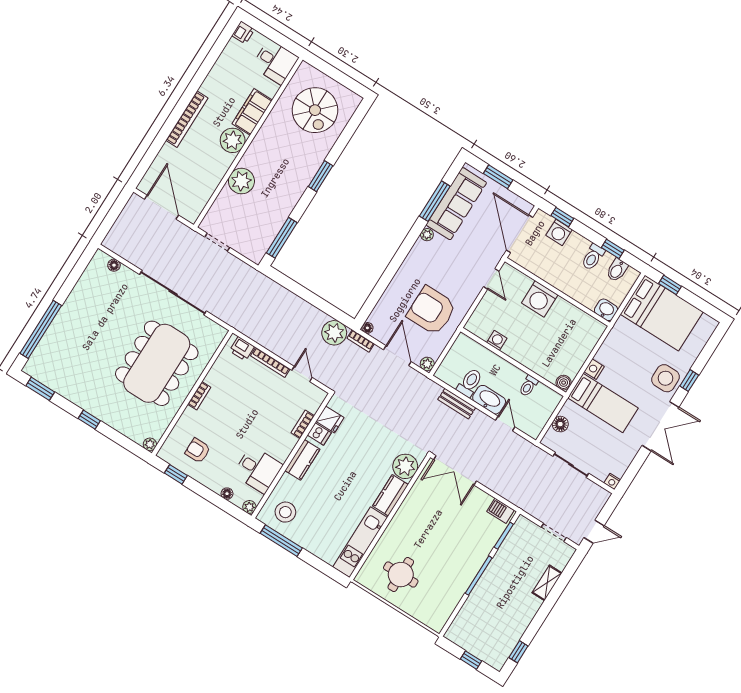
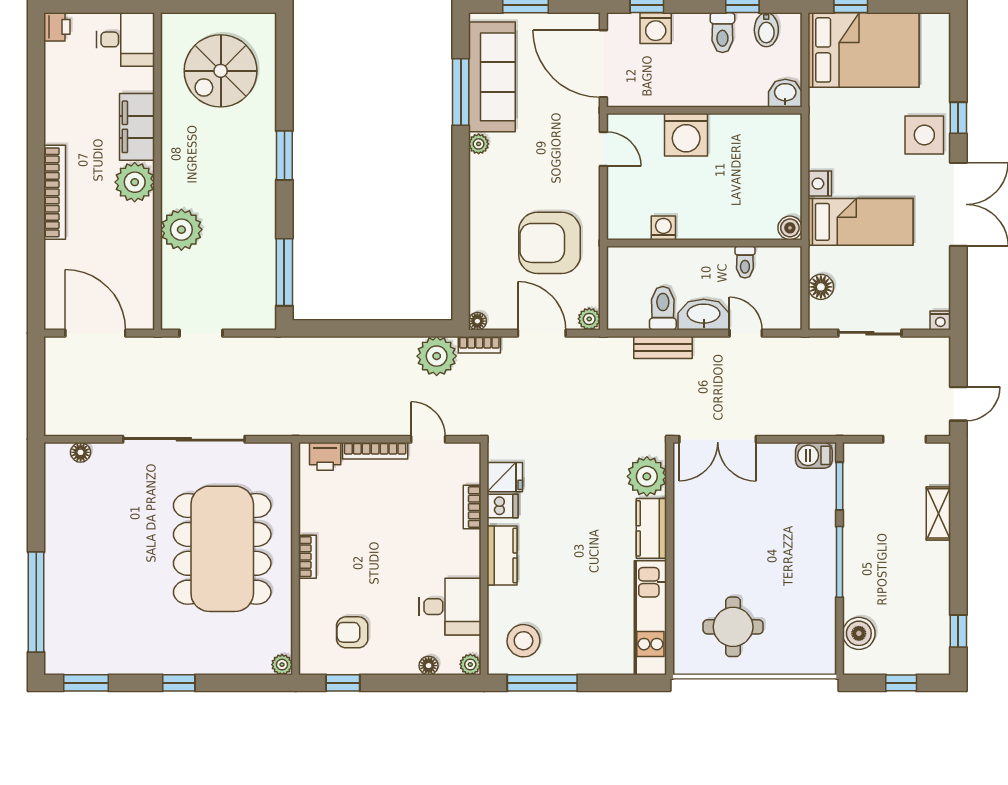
spiral stairs: (315, 110) -> (221, 71), turned 90
boiler: (465, 620) -> (859, 633), added

